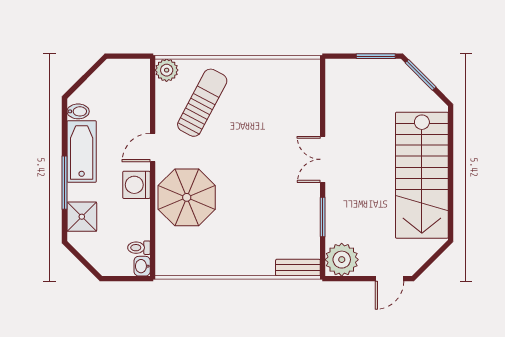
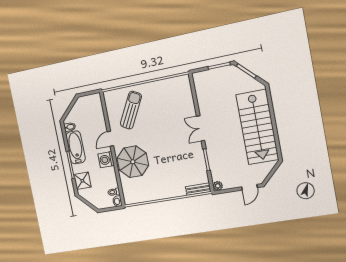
plant: (167, 70) -> (109, 97), removed
plant: (342, 260) -> (218, 186), width x0.53, depth x0.53

